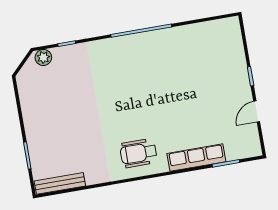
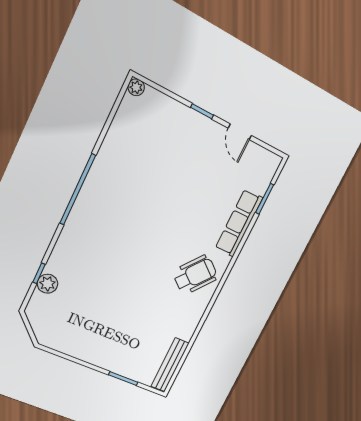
plant: (233, 23) -> (136, 87), added
plant: (43, 57) -> (47, 284), moved
wheelchair: (139, 153) -> (195, 275), turned -141

